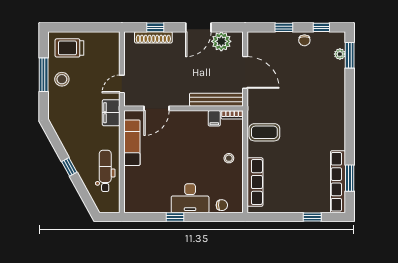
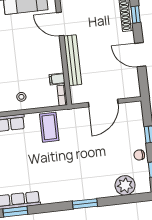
plant: (221, 41) -> (130, 78), removed
plant: (340, 54) -> (125, 185), width x1.87, depth x1.87
window: (350, 55) -> (85, 204), moved
bench: (216, 100) -> (73, 60), moved

